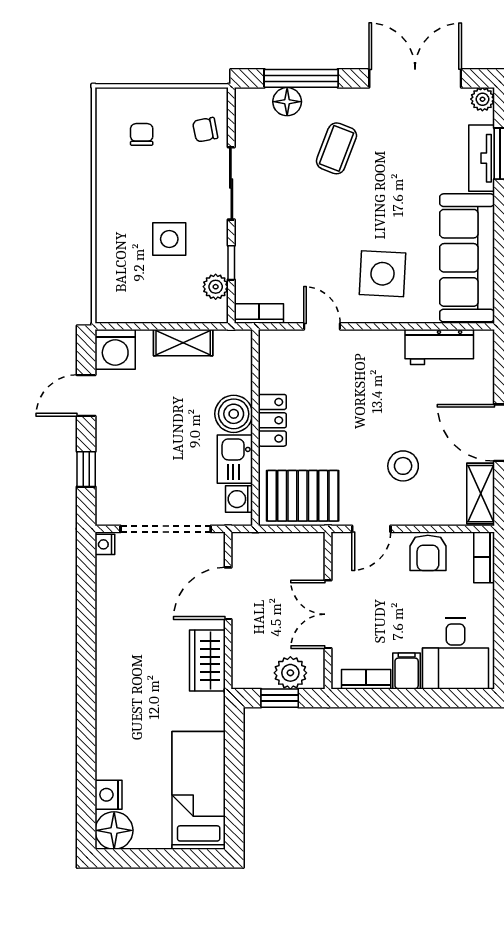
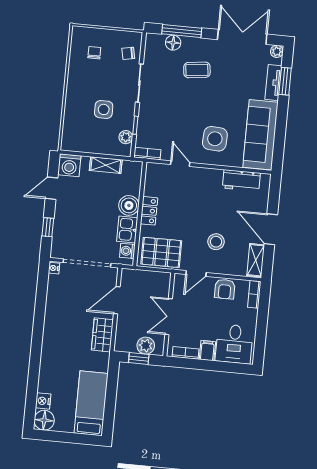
coffee table: (336, 148) -> (197, 70), turned 62

